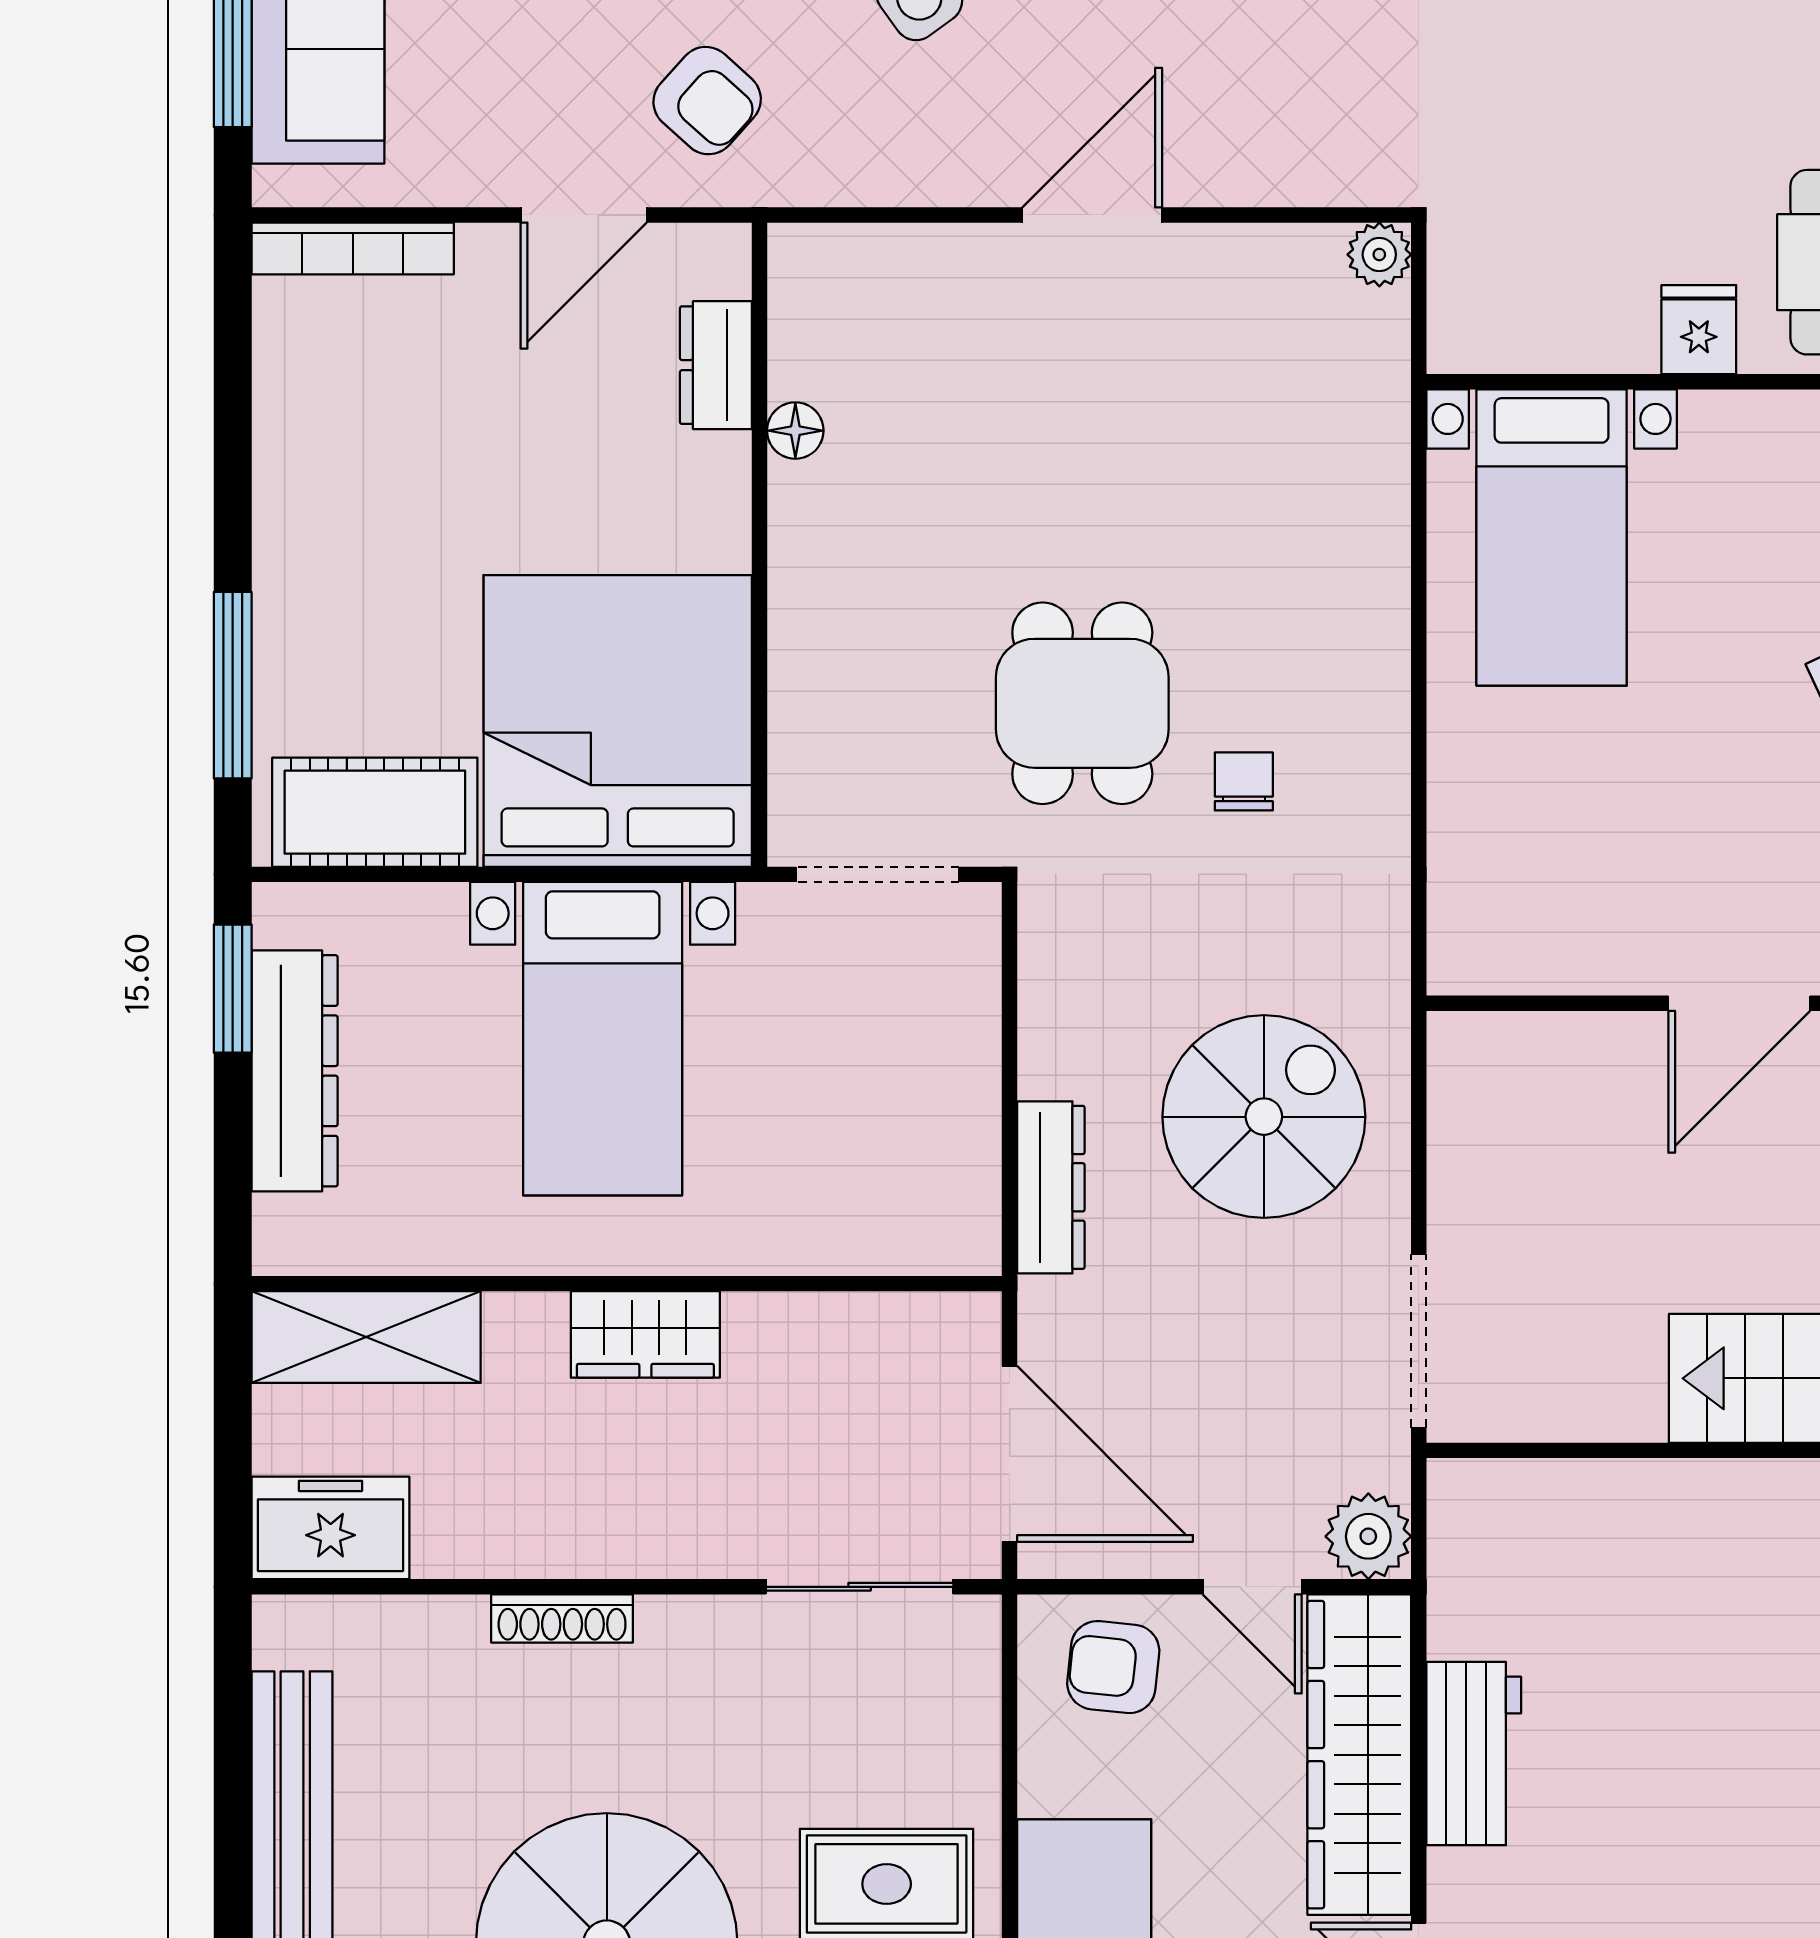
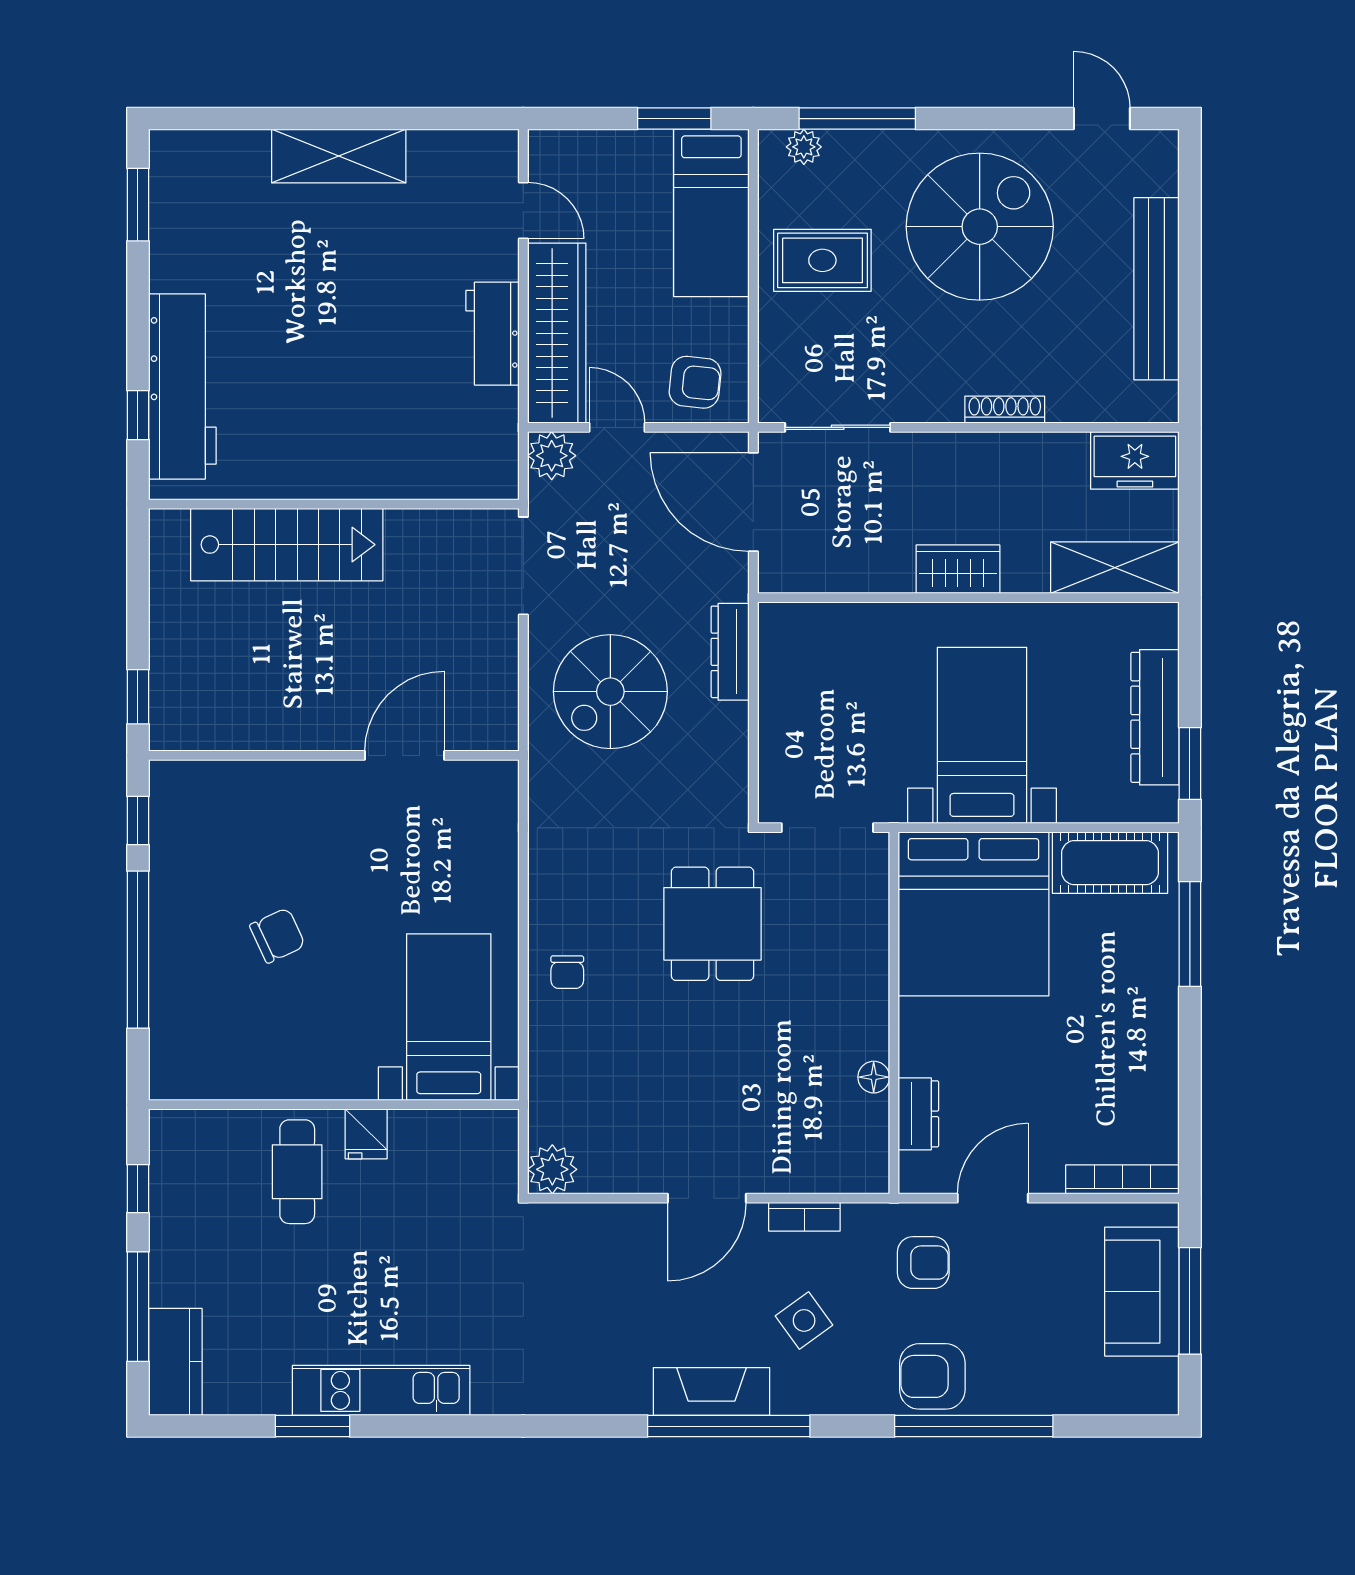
armchair: (707, 101) -> (923, 1263), turned 138
bookcase: (919, 182) -> (804, 1217), added
plant: (1379, 255) -> (552, 1169), width x1.38, depth x1.38
chair: (1244, 781) -> (567, 972), moved
door: (1739, 1003) -> (405, 755), moved

